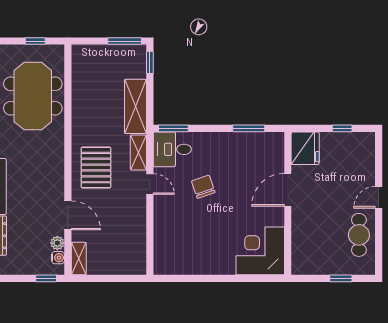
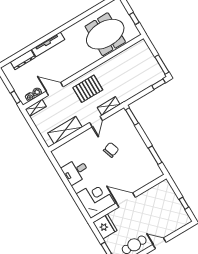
shelving: (135, 106) -> (65, 130), moved
fridge: (305, 148) -> (105, 226), moved, turned -90
desk: (172, 149) -> (75, 171), moved, turned -90
door: (288, 190) -> (126, 200), moved
door: (68, 215) -> (55, 89), swing flipped

